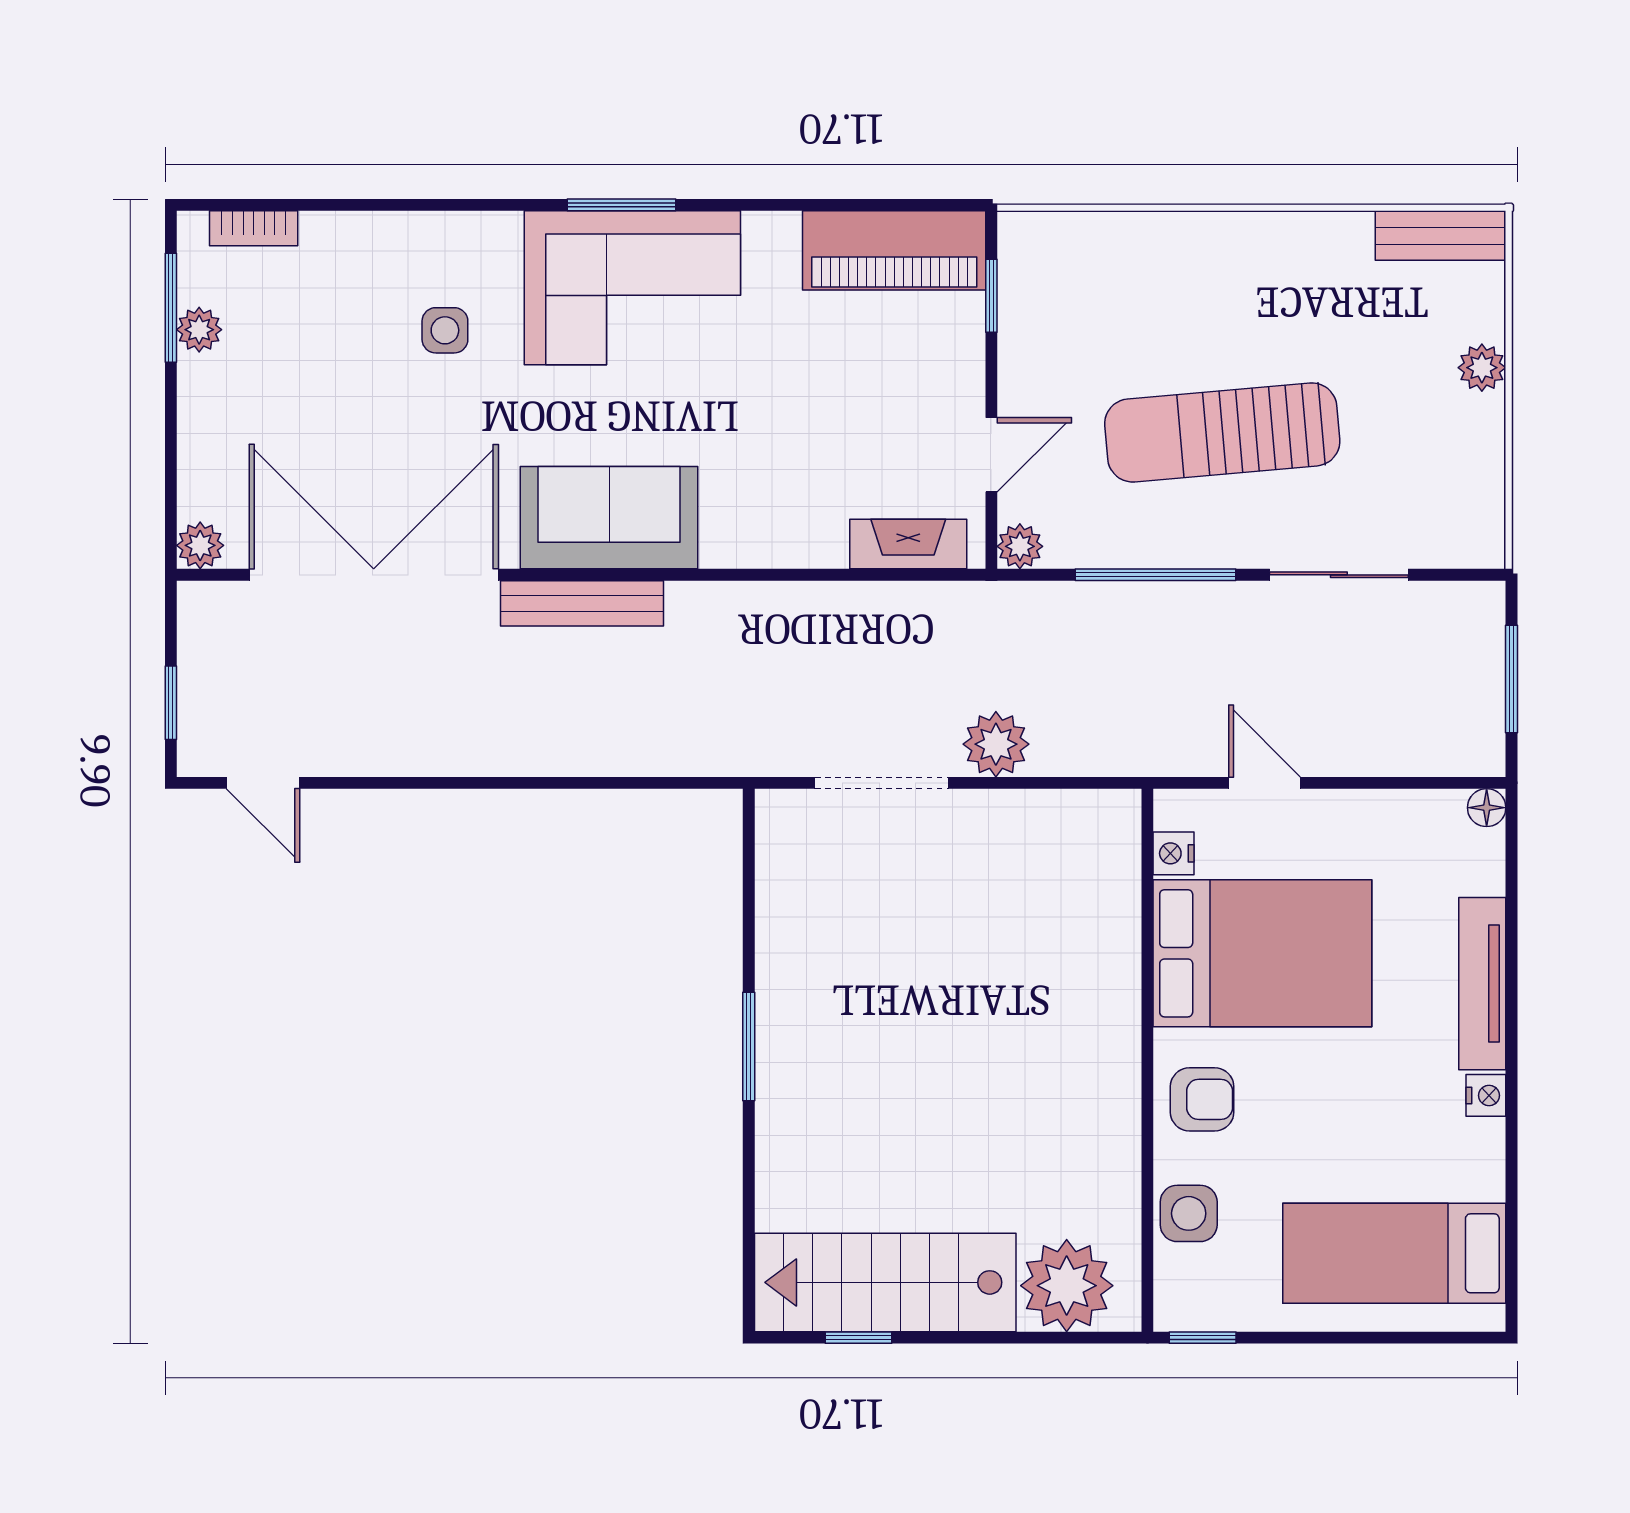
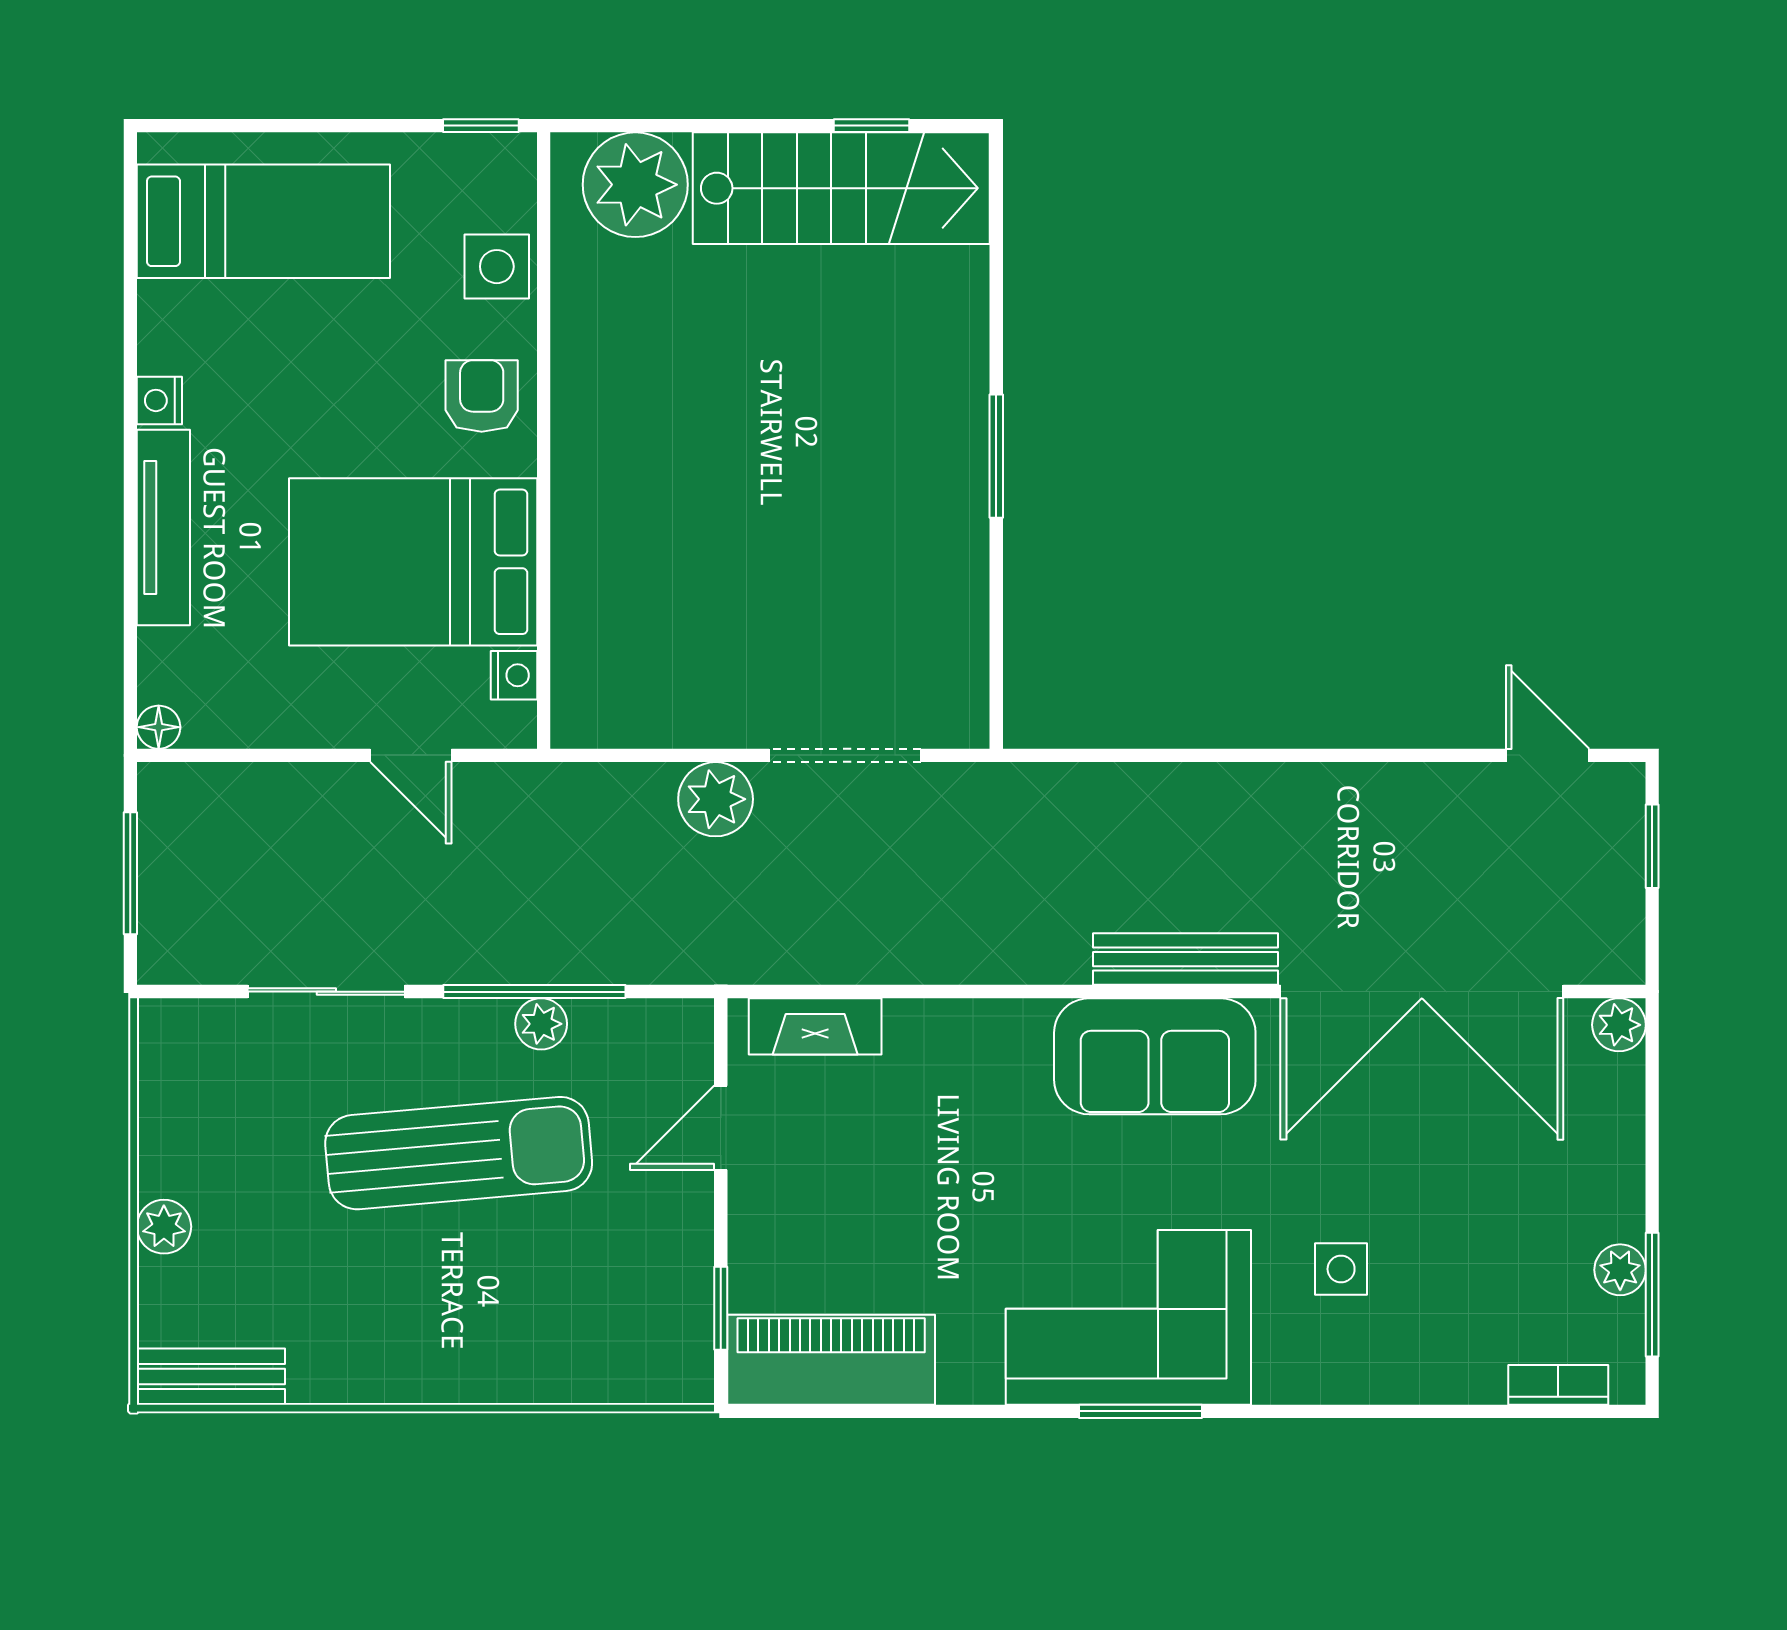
plant: (1020, 546) -> (541, 1024), moved
armchair: (1202, 1099) -> (482, 396), turned 90

